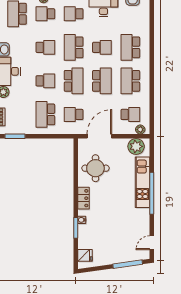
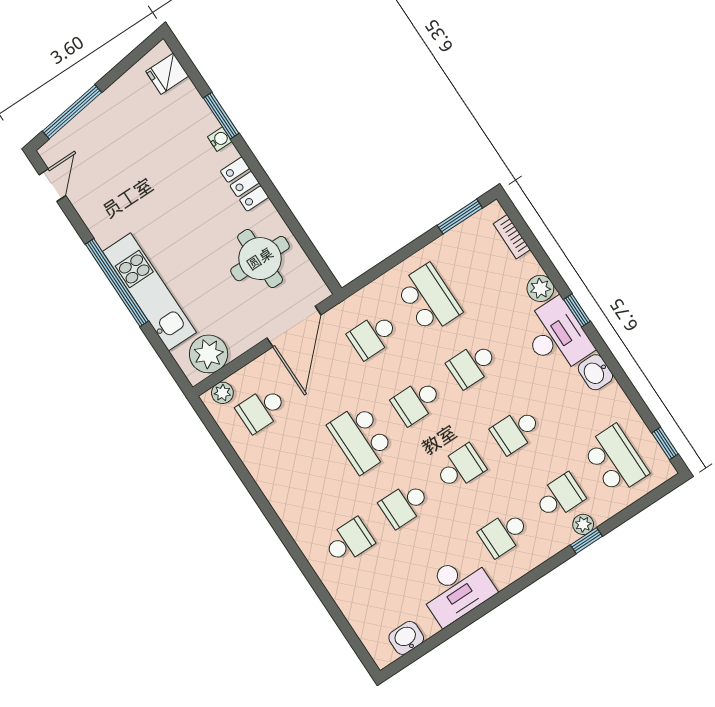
school desk: (74, 14) -> (504, 534), turned 180
school desk: (74, 47) -> (460, 468), width x0.54
school desk: (130, 47) -> (349, 541), width x0.54
school desk: (74, 81) -> (417, 402), width x0.54
school desk: (130, 81) -> (305, 475), removed
school desk: (74, 114) -> (373, 336), turned 180

